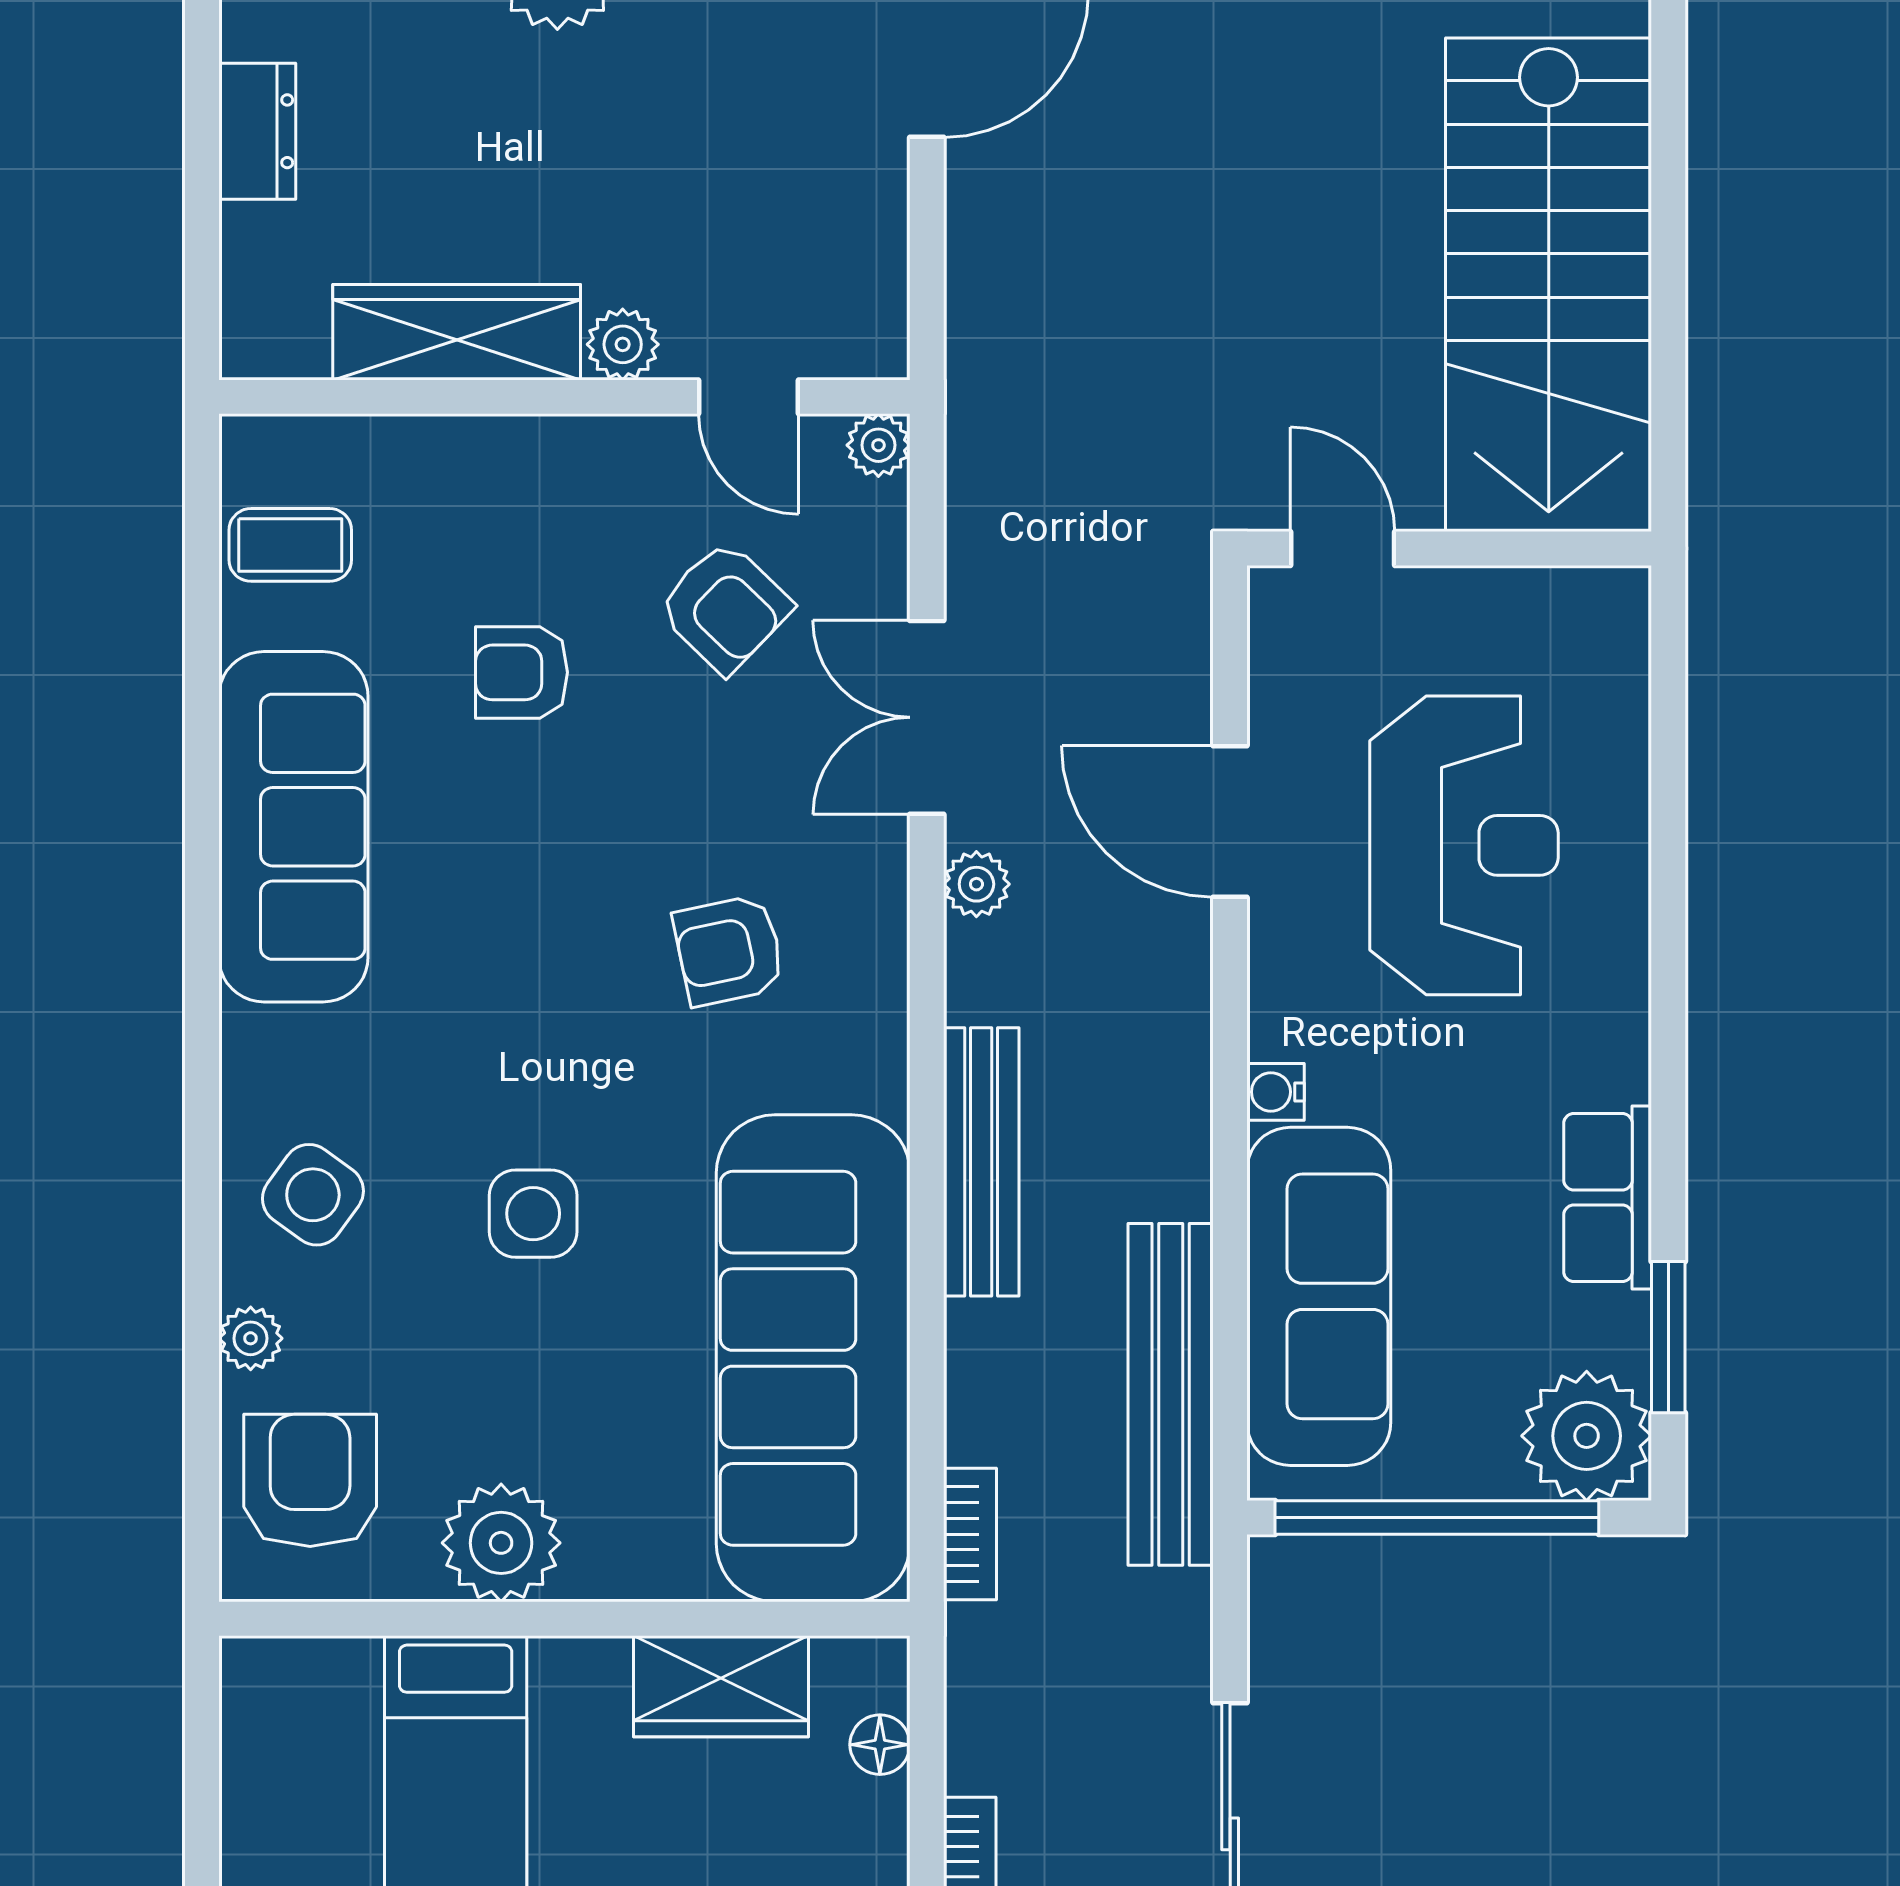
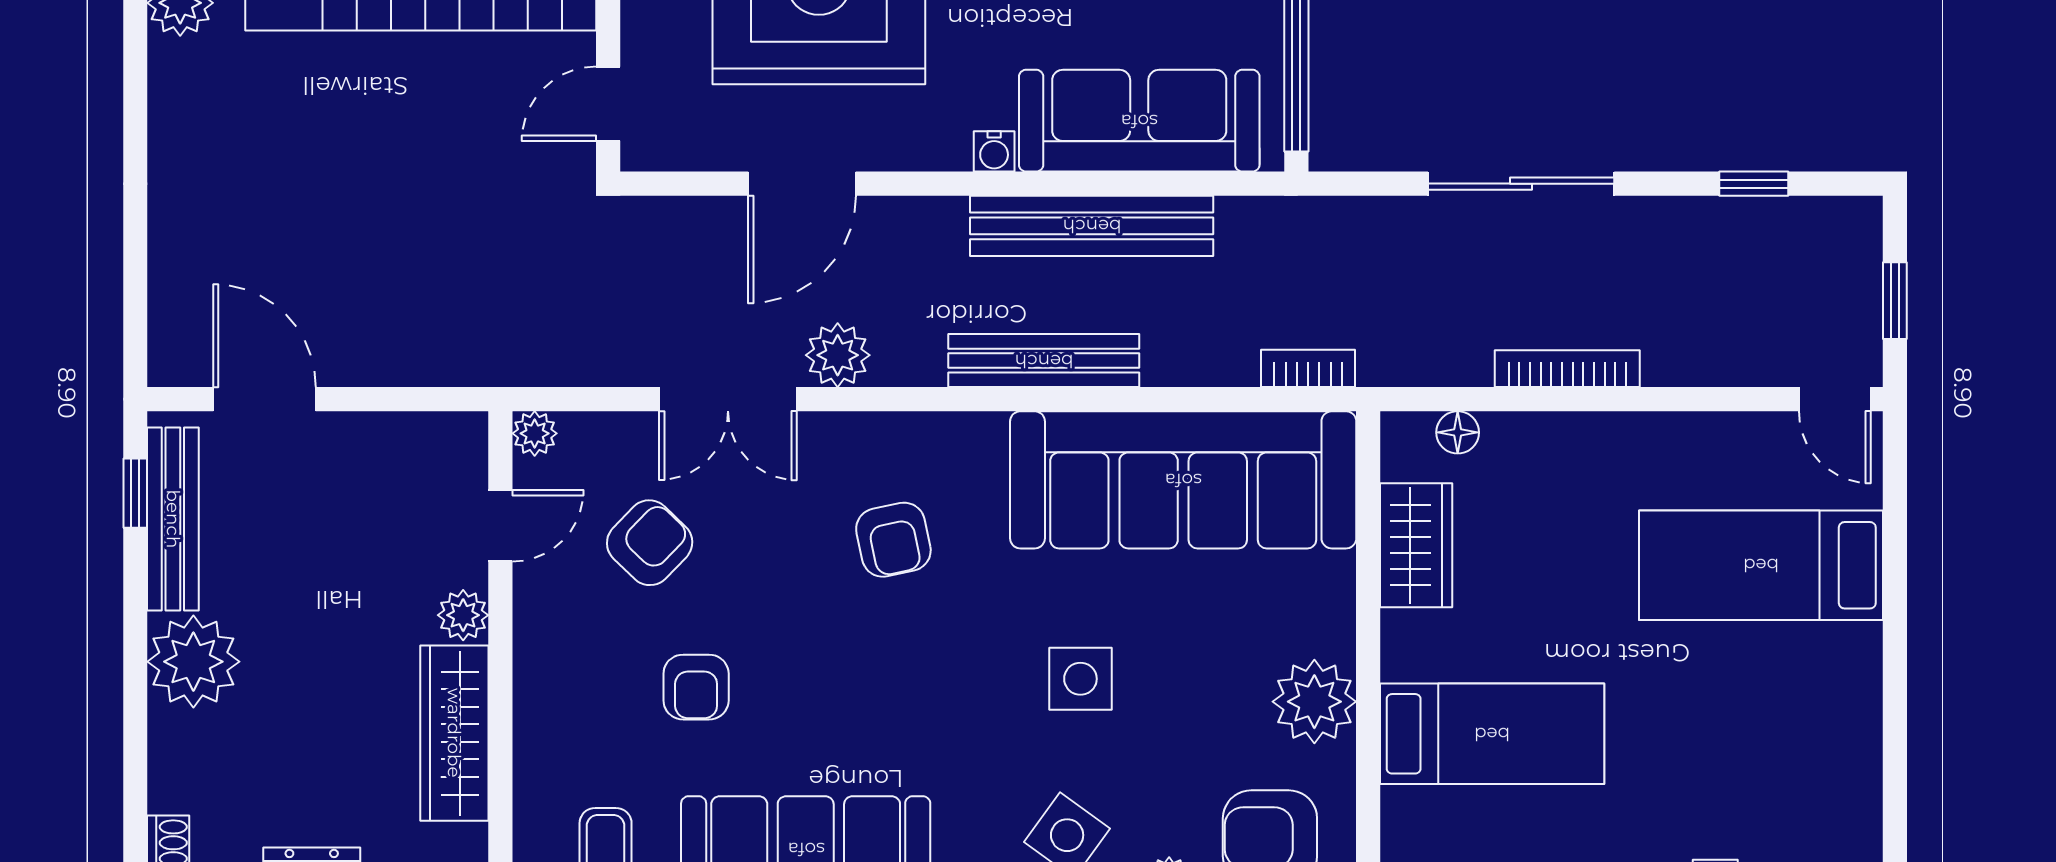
plant: (976, 884) -> (838, 355), width x1.38, depth x1.38
bench: (1171, 1394) -> (1092, 226), moved

